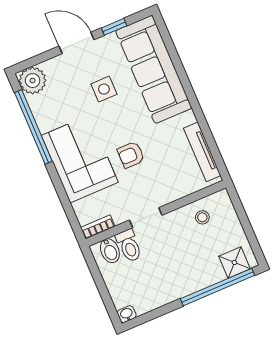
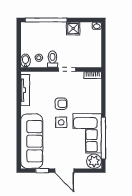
side table: (104, 89) -> (61, 122), moved
corner sofa: (80, 159) -> (87, 133), moved
toilet: (129, 246) -> (53, 59), moved
bidet: (110, 251) -> (26, 61), moved
shower: (234, 263) -> (73, 29), moved

